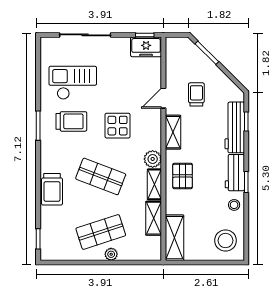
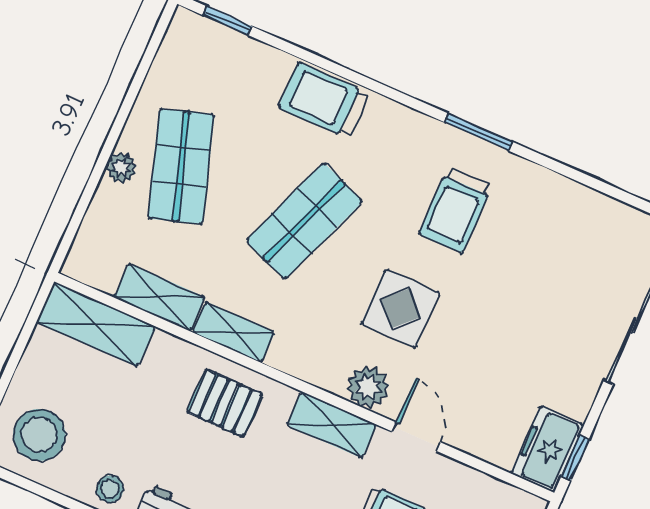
checkout: (73, 83) -> (540, 251), removed
plant: (153, 159) -> (368, 387), moved

